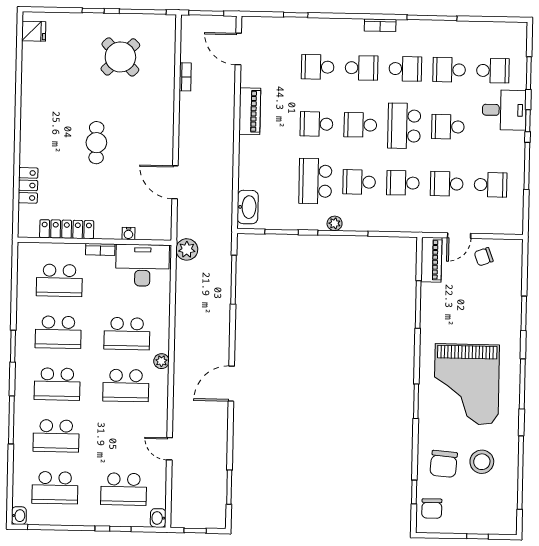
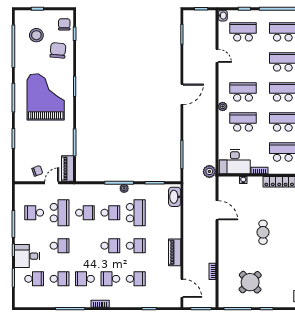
school desk: (493, 71) -> (34, 279), turned 180
school desk: (404, 126) -> (85, 246), removed
school desk: (447, 184) -> (60, 213), width x1.85
stool: (482, 462) -> (36, 35), moved

